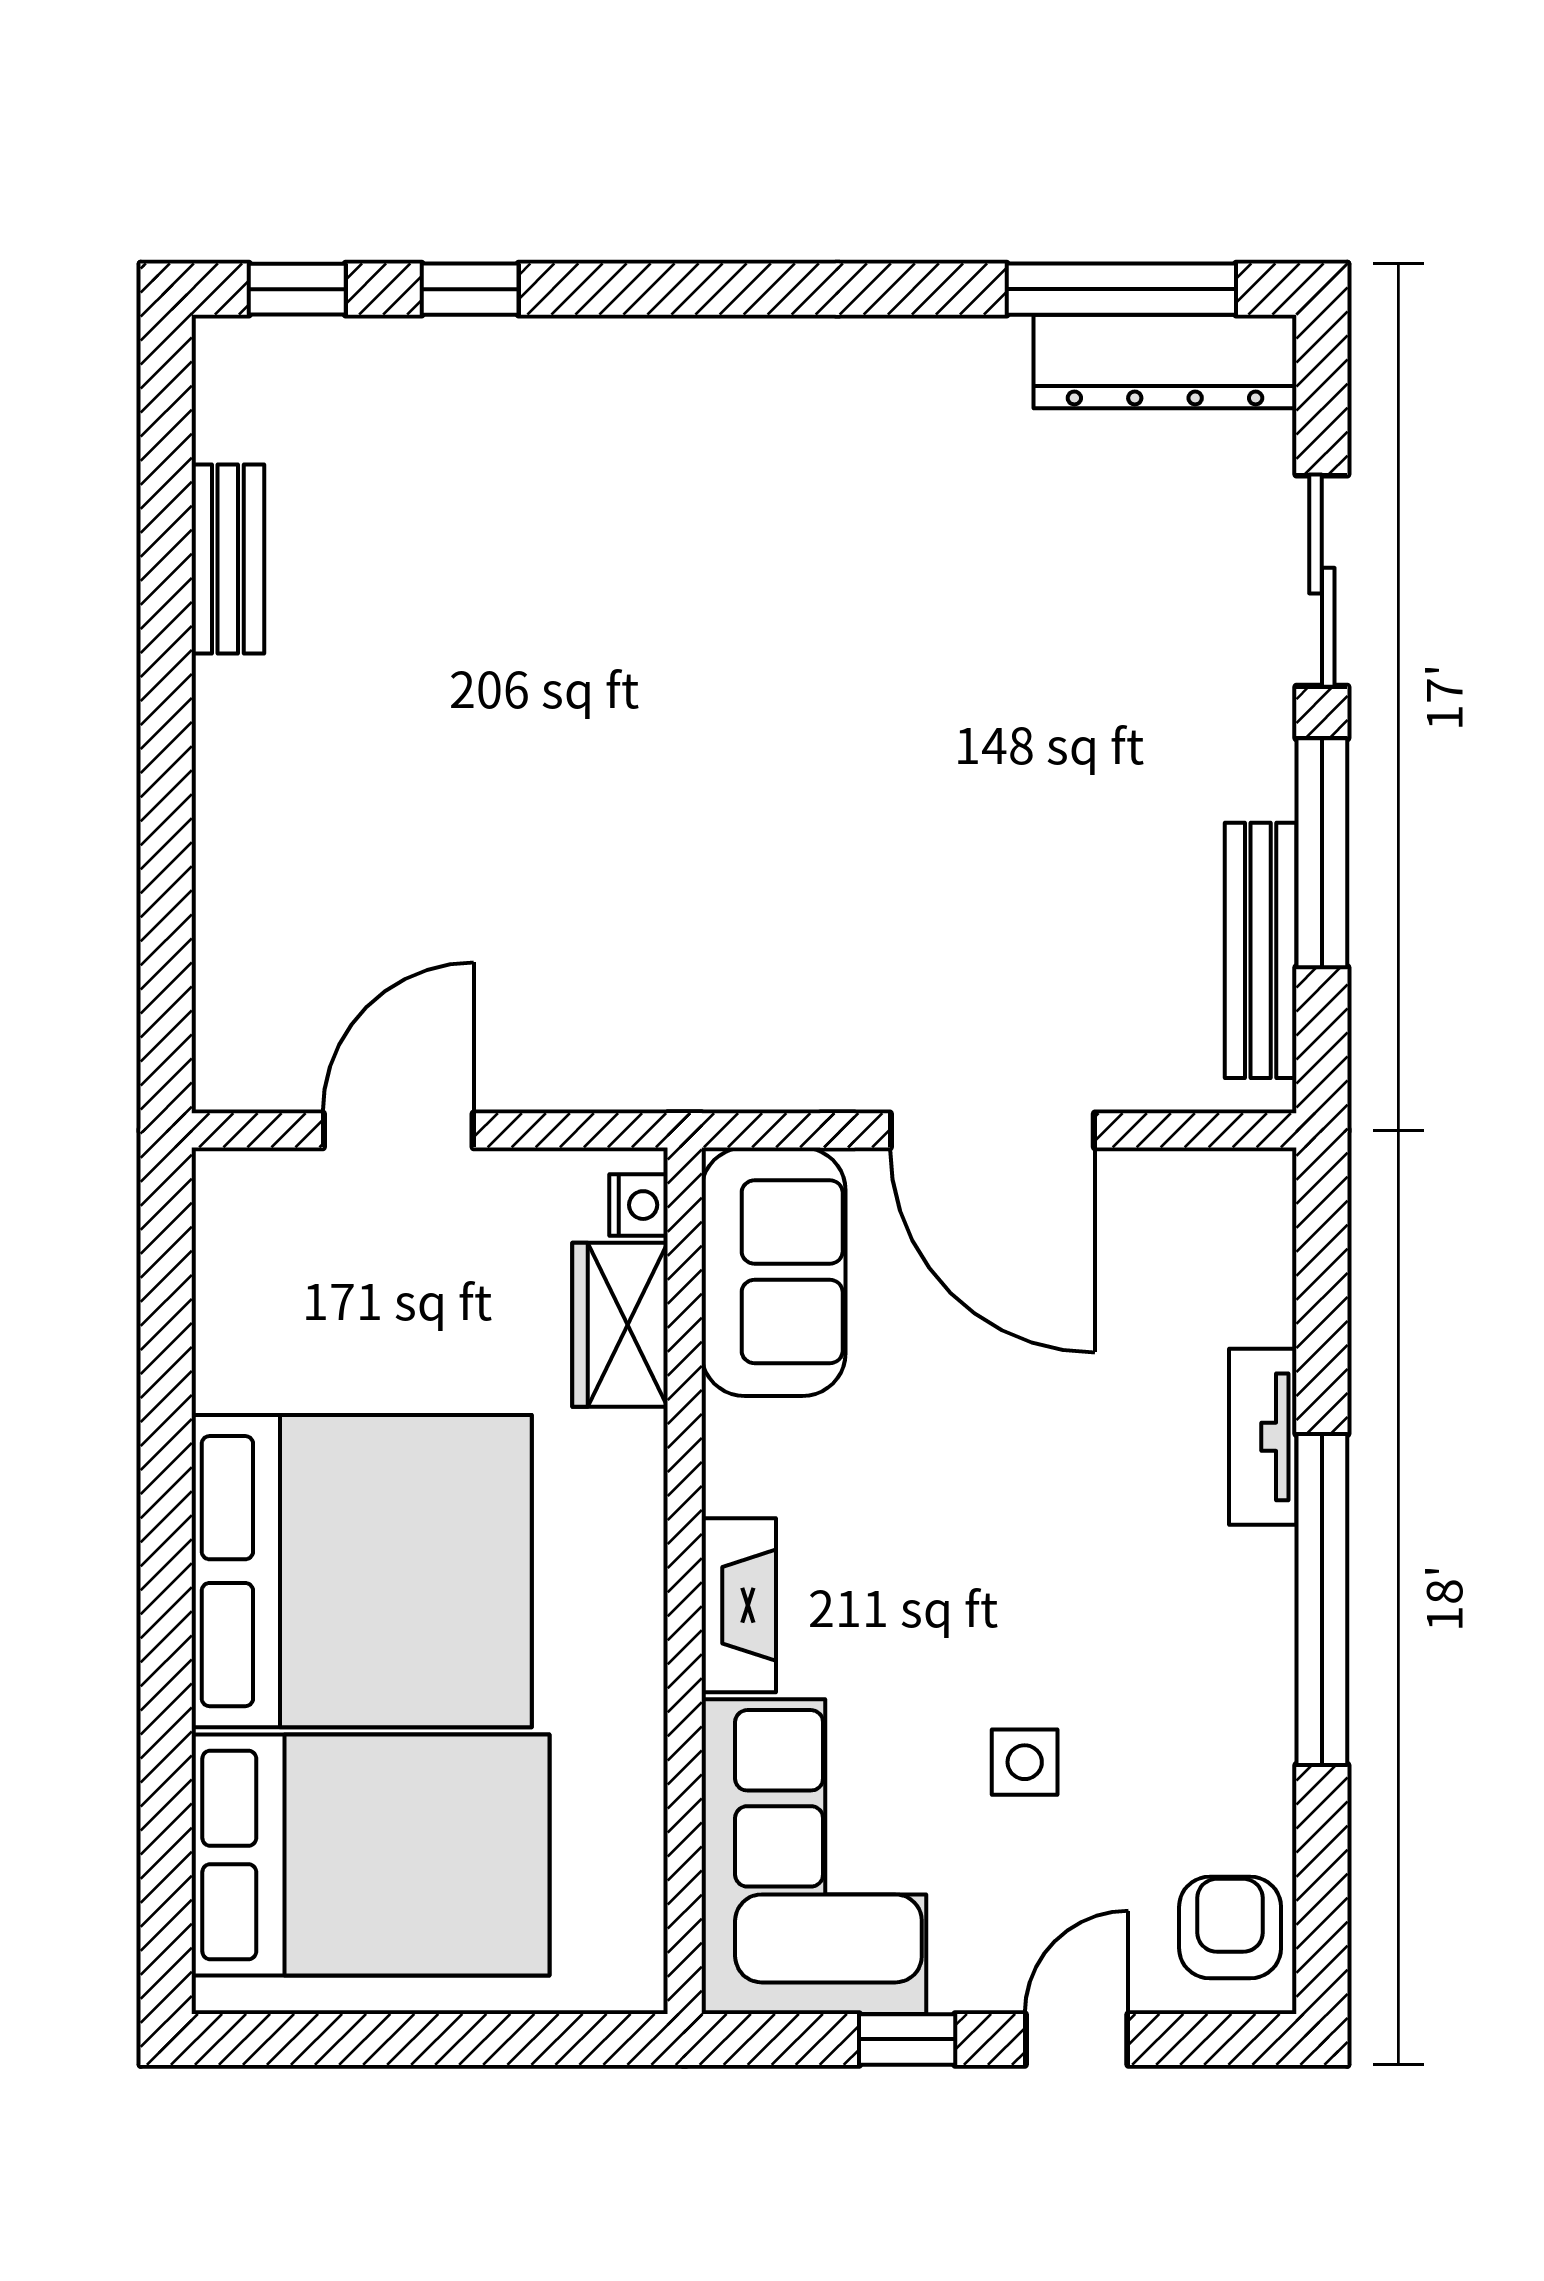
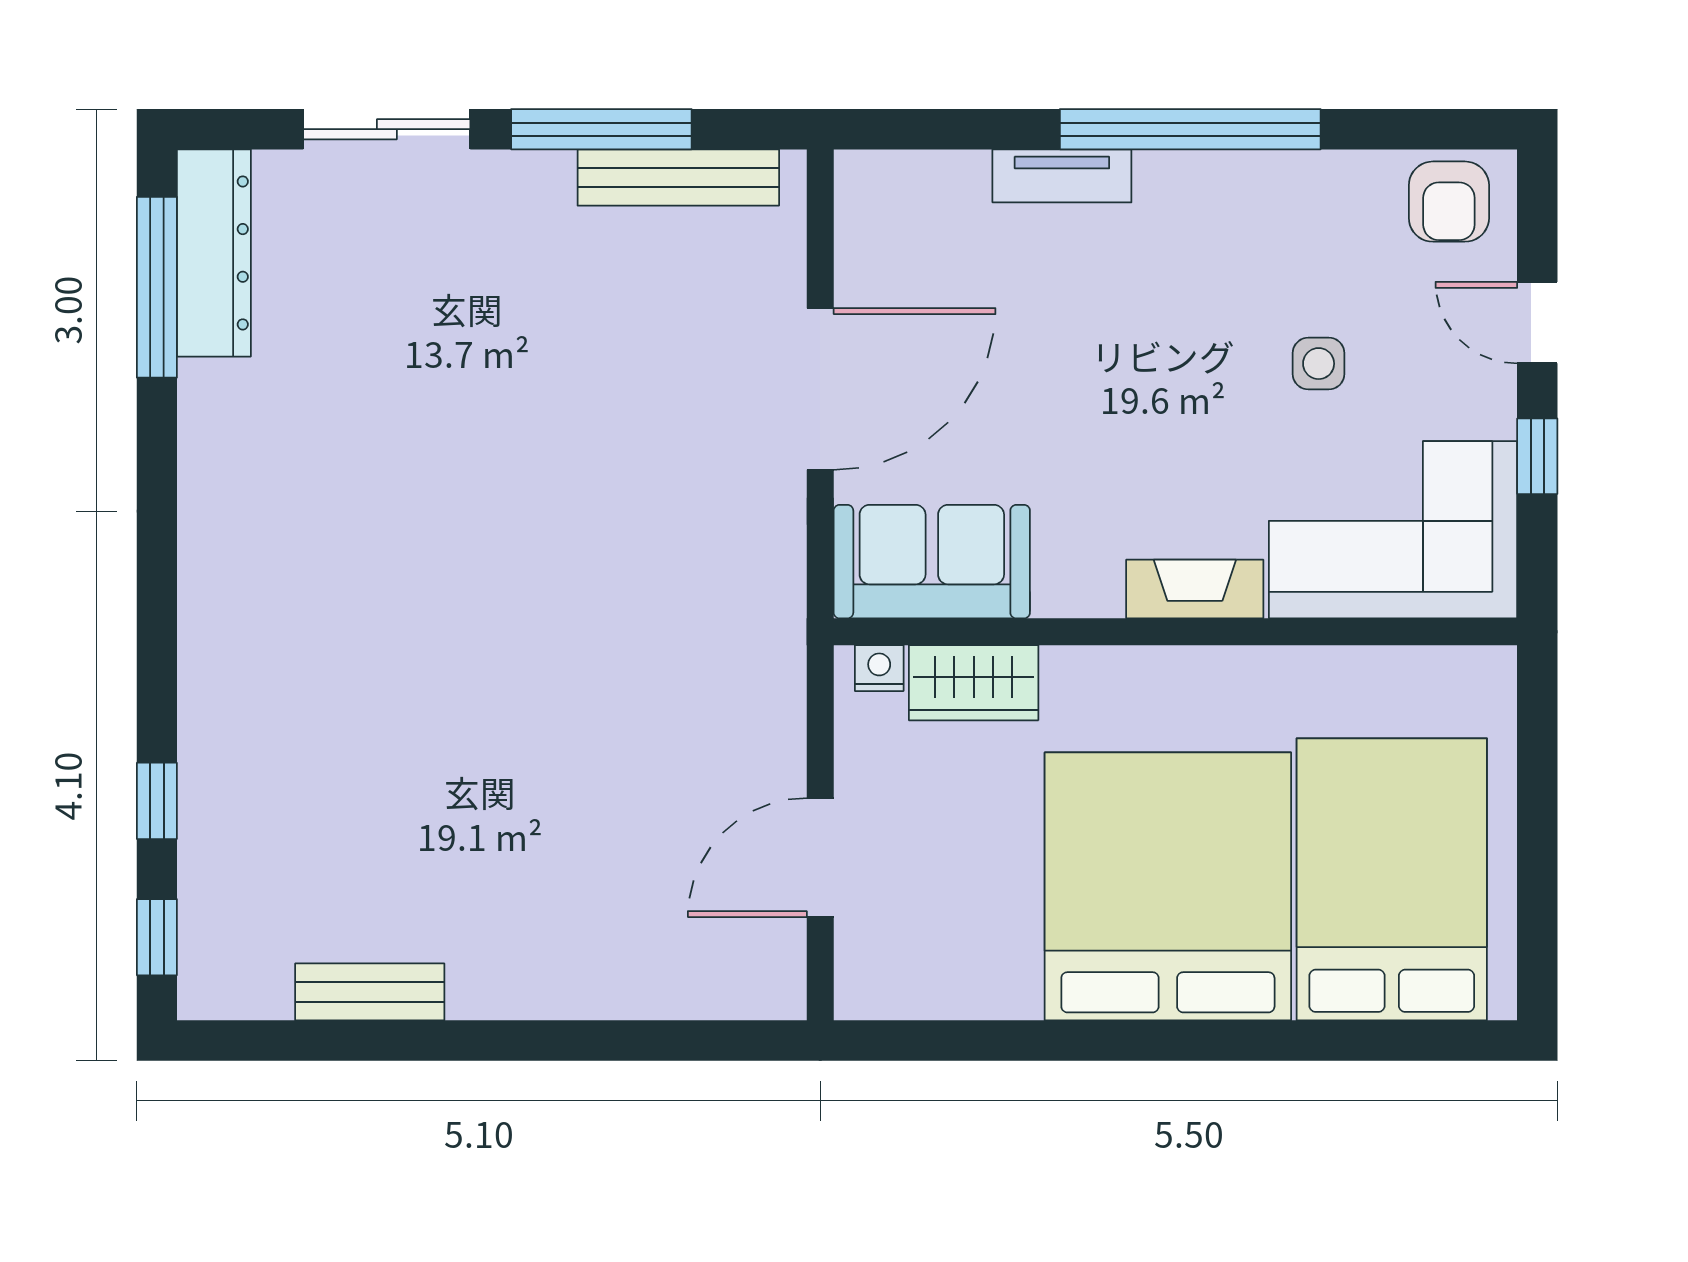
door: (398, 1130) -> (820, 858), hinge flipped
armchair: (1230, 1928) -> (1449, 202), turned -90

